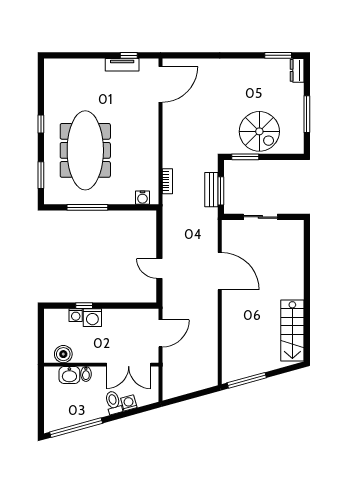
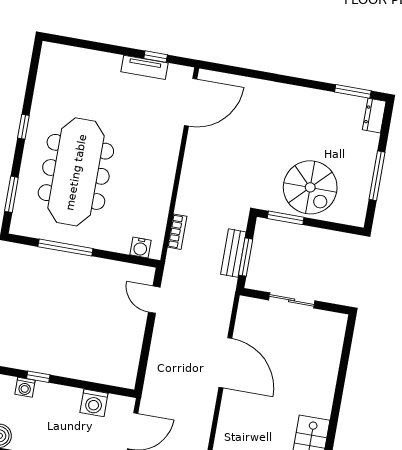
door: (159, 268) -> (154, 300), moved
washing machine: (92, 318) -> (94, 403), moved

